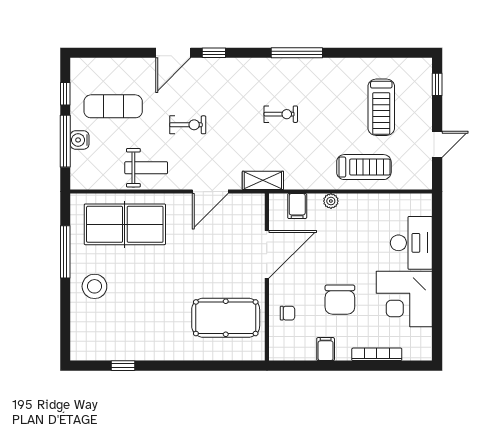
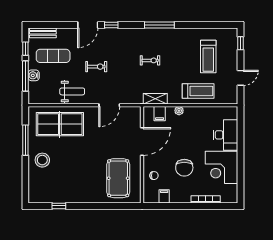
bench: (95, 66) -> (43, 33), added
shelving: (263, 180) -> (155, 99), moved
pool table: (226, 318) -> (118, 178), turned 90
filing cabinet: (326, 349) -> (164, 196), moved

